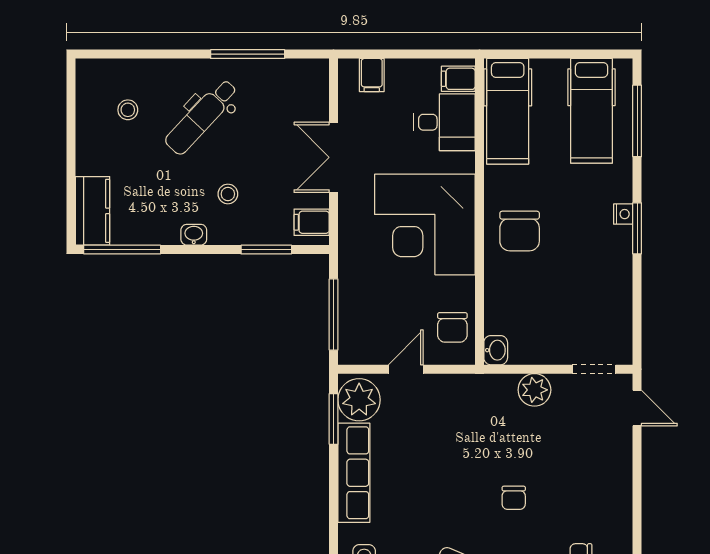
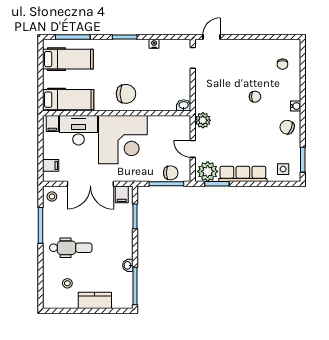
dental chair: (201, 117) -> (71, 248), turned -43
desk: (444, 122) -> (78, 130), width x1.37
double door: (334, 157) -> (90, 184), width x1.37
stool: (228, 194) -> (52, 196), moved
kitchen counter: (92, 211) -> (95, 300), moved
nightstand: (623, 214) -> (154, 44), moved
washbasin: (194, 235) -> (128, 265), moved
chair: (452, 327) -> (171, 173), moved
plant: (534, 390) -> (203, 120), moved

